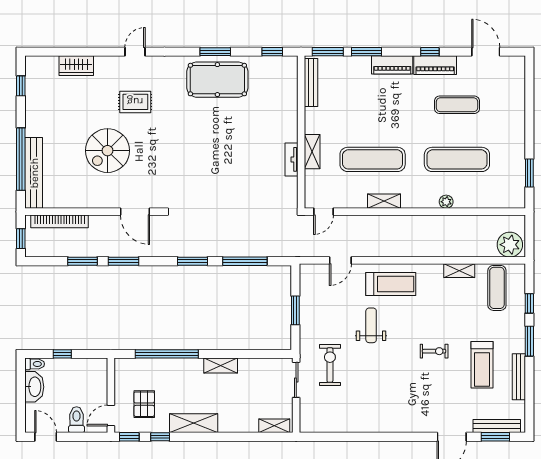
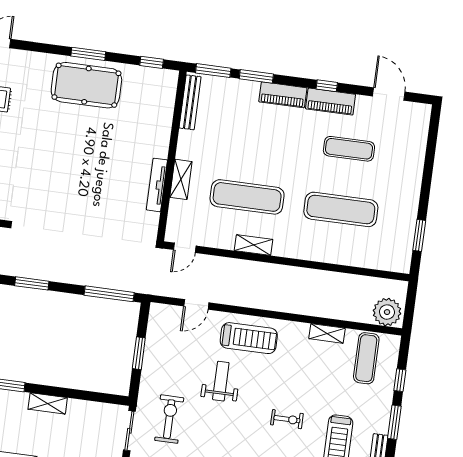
tv unit: (291, 159) -> (157, 185), width x1.41
plant: (446, 202) -> (323, 255), removed
window: (245, 261) -> (109, 294), moved

